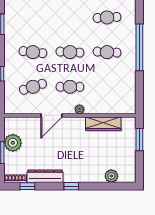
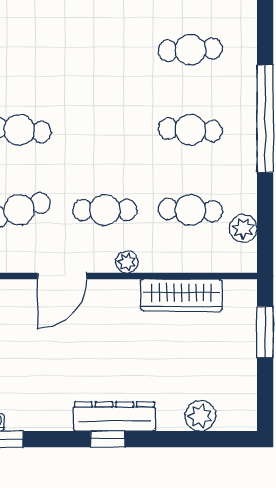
cafe table: (70, 52) -> (190, 210), moved
plant: (130, 95) -> (243, 228), added
dresser: (45, 176) -> (114, 416), moved

